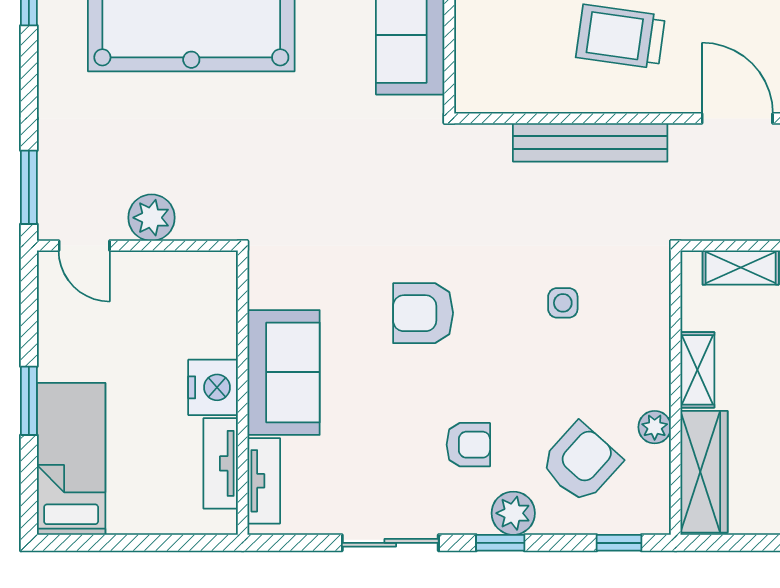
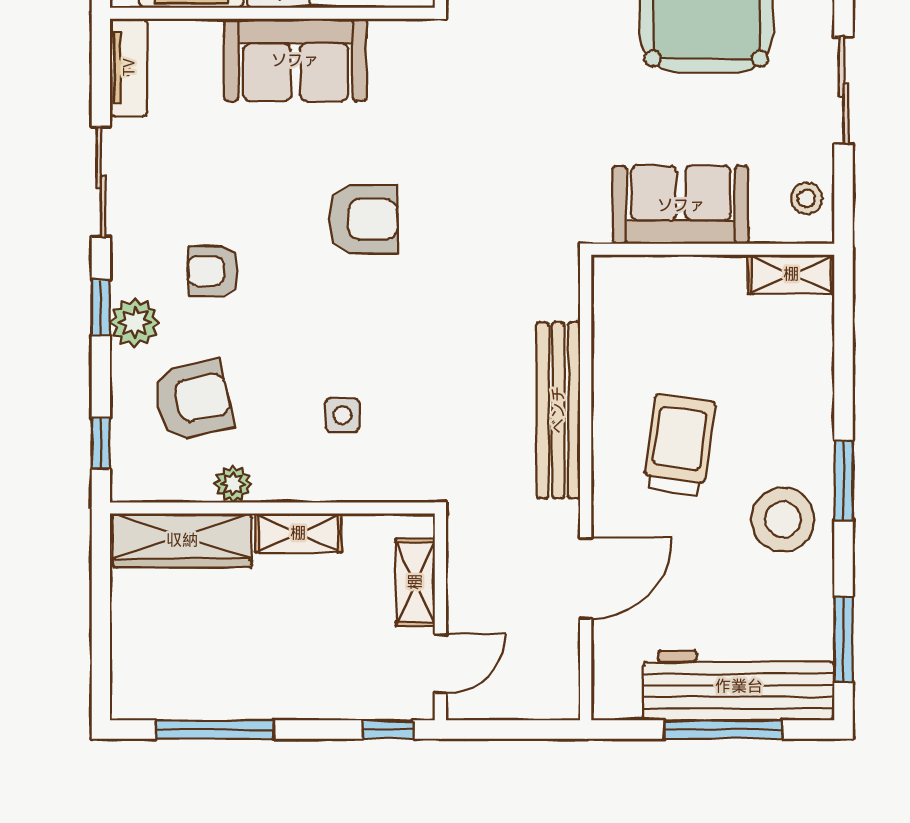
side table: (563, 303) -> (342, 415), moved
armchair: (423, 313) -> (363, 219), turned 90
armchair: (468, 445) -> (213, 271), turned 90
armchair: (581, 462) -> (193, 400), turned -54
tv unit: (264, 481) -> (129, 67), moved, turned -90

